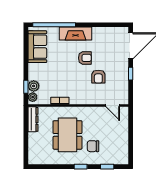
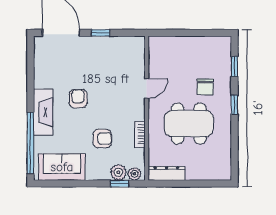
armchair: (98, 77) -> (102, 138), moved
door: (113, 106) -> (147, 88), moved

